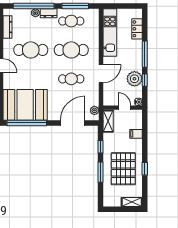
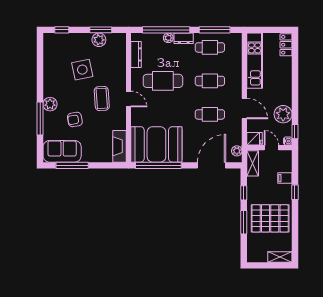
locker: (137, 29) -> (286, 45), moved
cafe table: (71, 50) -> (210, 81), width x0.73, depth x0.74
window: (145, 54) -> (295, 86), removed
door: (101, 74) -> (244, 108), hinge flipped
window: (145, 80) -> (295, 132), moved
fridge: (110, 100) -> (254, 139), added
pallet: (123, 169) -> (270, 218), turned 90
window: (145, 169) -> (295, 192), moved

